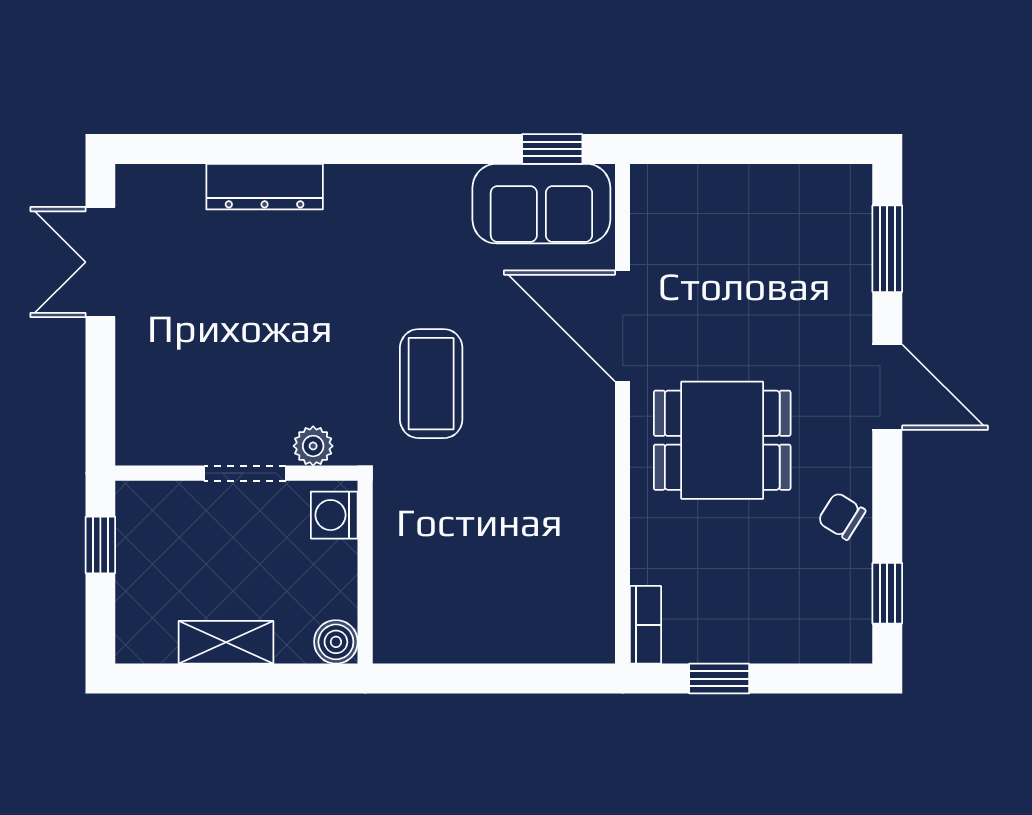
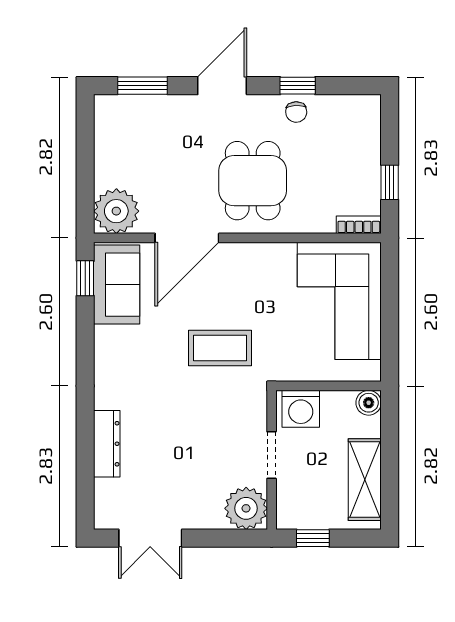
plant: (669, 203) -> (116, 211), added
plant: (313, 446) -> (246, 508), moved, width x1.87, depth x1.87
washing machine: (334, 515) -> (301, 409), width x1.38, depth x1.38
chair: (842, 516) -> (296, 112), turned -34
corner sofa: (513, 591) -> (339, 301), added
window: (887, 593) -> (298, 86), moved
shelving: (226, 642) -> (365, 480), width x1.50, depth x1.33

